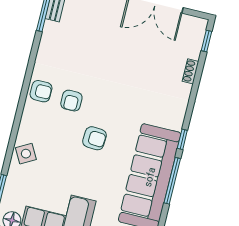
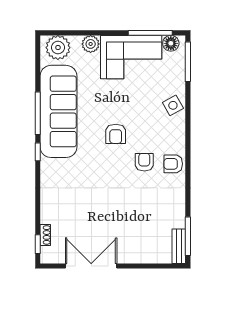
shoe rack: (191, 71) -> (45, 235), moved
armchair: (95, 138) -> (116, 134), turned -94

